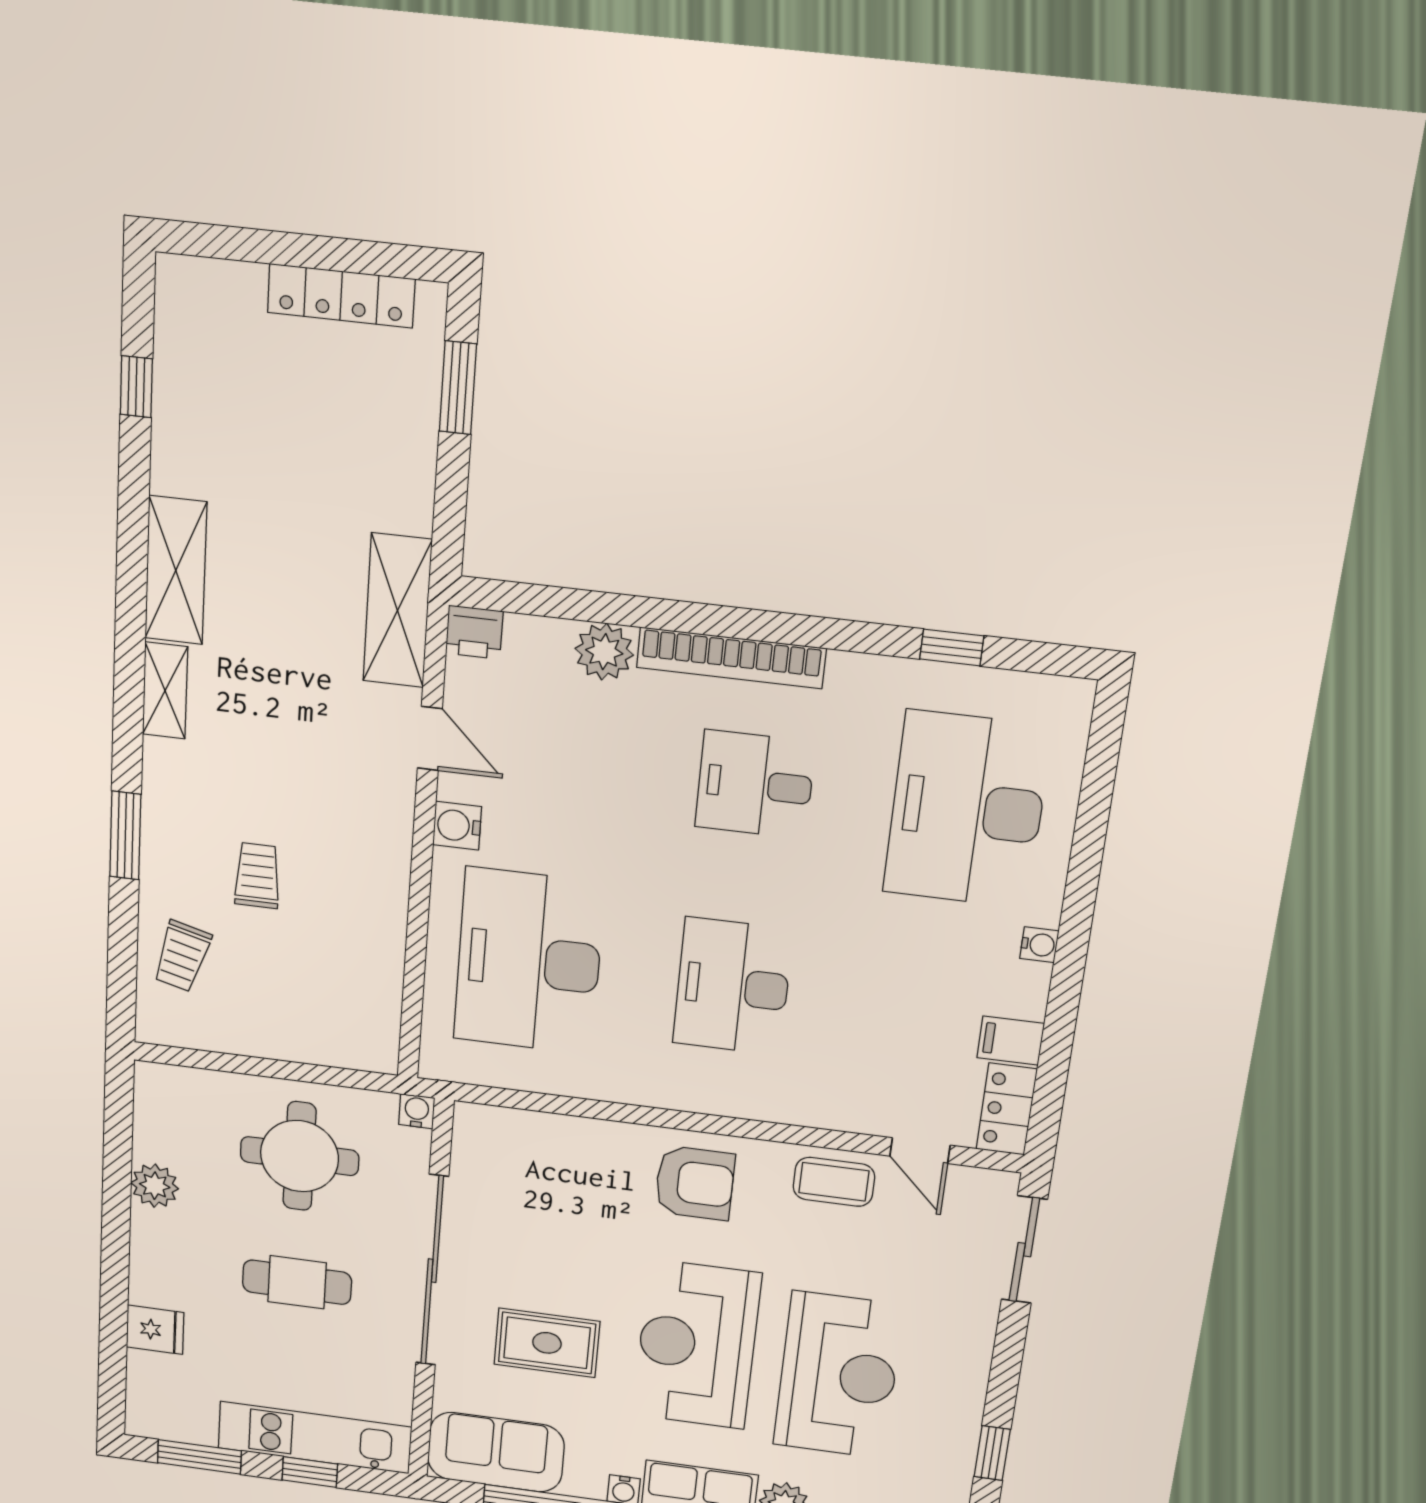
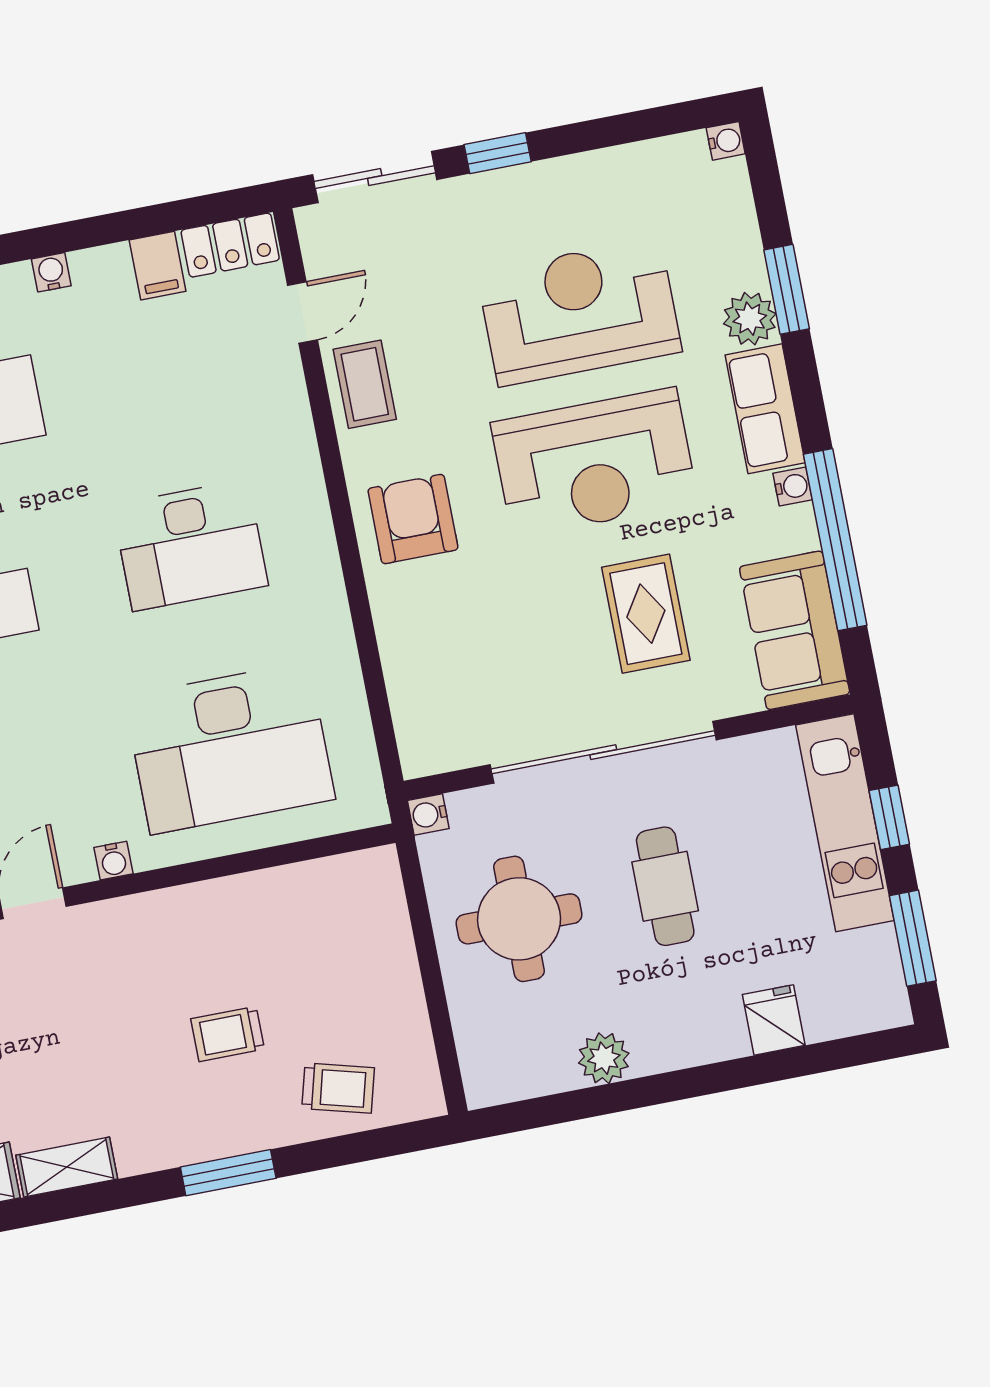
water cooler: (457, 826) -> (113, 861), width x0.72, depth x0.72
window: (992, 1453) -> (498, 153), moved

